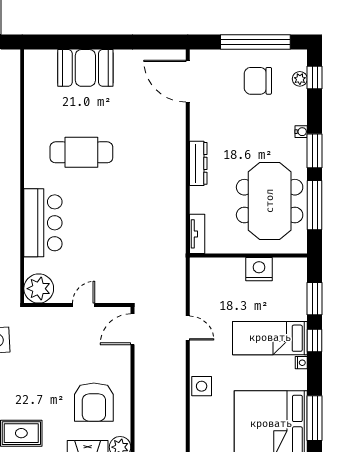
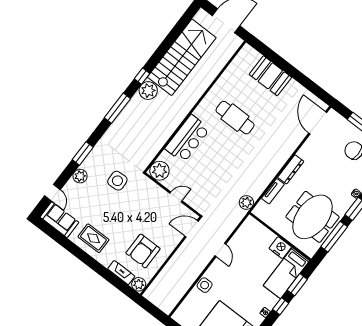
tv unit: (197, 234) -> (273, 191), moved
plant: (175, 246) -> (246, 203), added
bed: (270, 338) -> (286, 273), moved, turned -90

